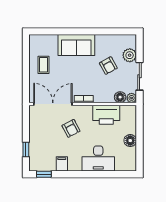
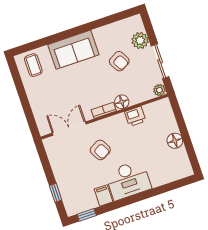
coffee table: (44, 65) -> (33, 65), moved
floor lamp: (120, 97) -> (122, 102), moved
double door: (53, 104) -> (69, 129), width x0.73
printer: (106, 115) -> (135, 116), width x0.53, depth x0.68
desk: (98, 159) -> (128, 180), moved

